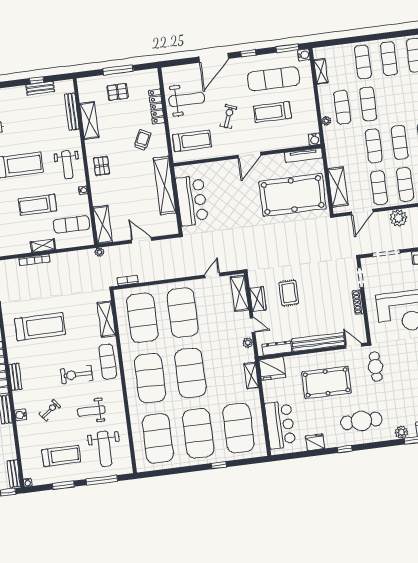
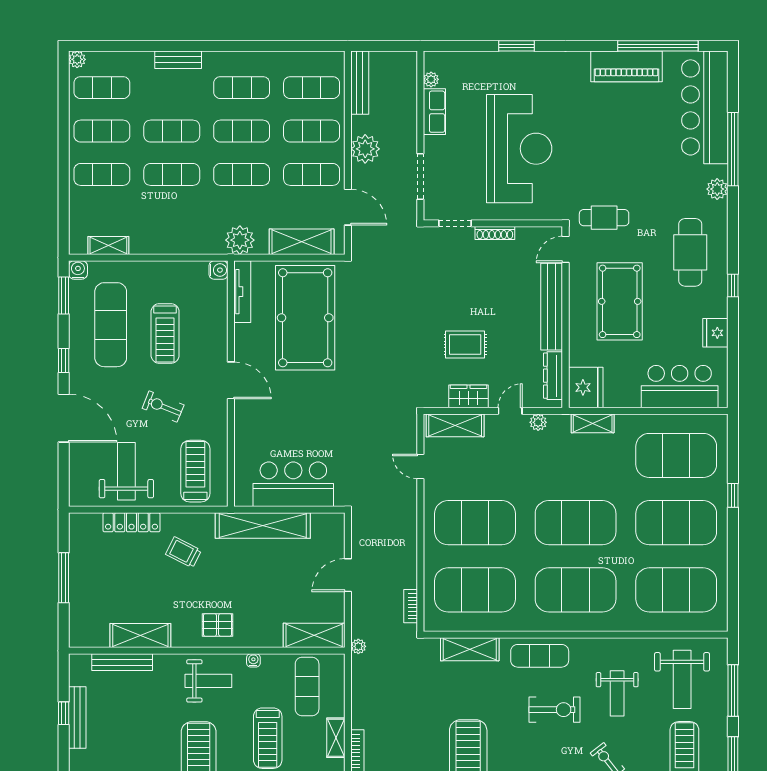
bench: (40, 88) -> (77, 718), width x1.36
pallet: (117, 92) -> (99, 583), removed
exercise mat: (342, 107) -> (172, 131), moved
plant: (326, 121) -> (240, 240), moved, width x1.88, depth x1.88
exercise bike: (77, 375) -> (554, 710), turned -90
weight bench: (105, 449) -> (682, 679), turned 90

